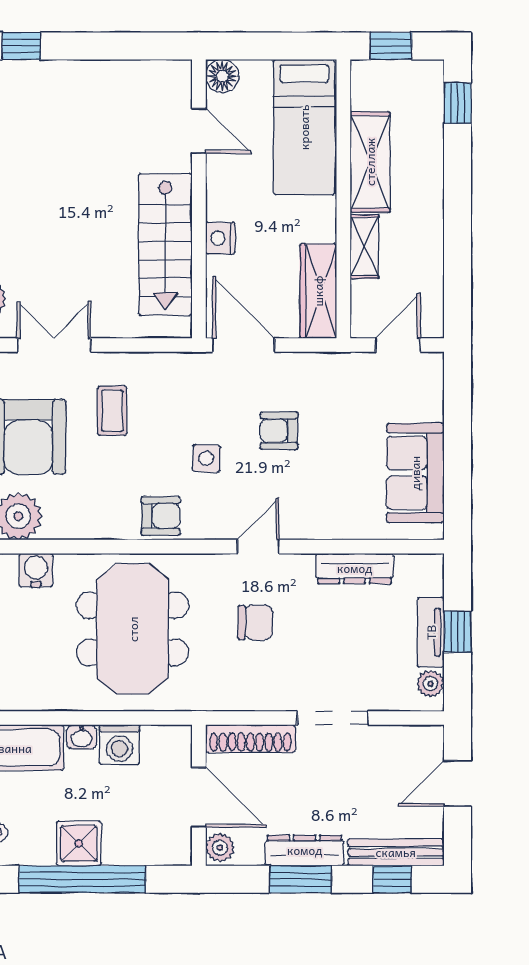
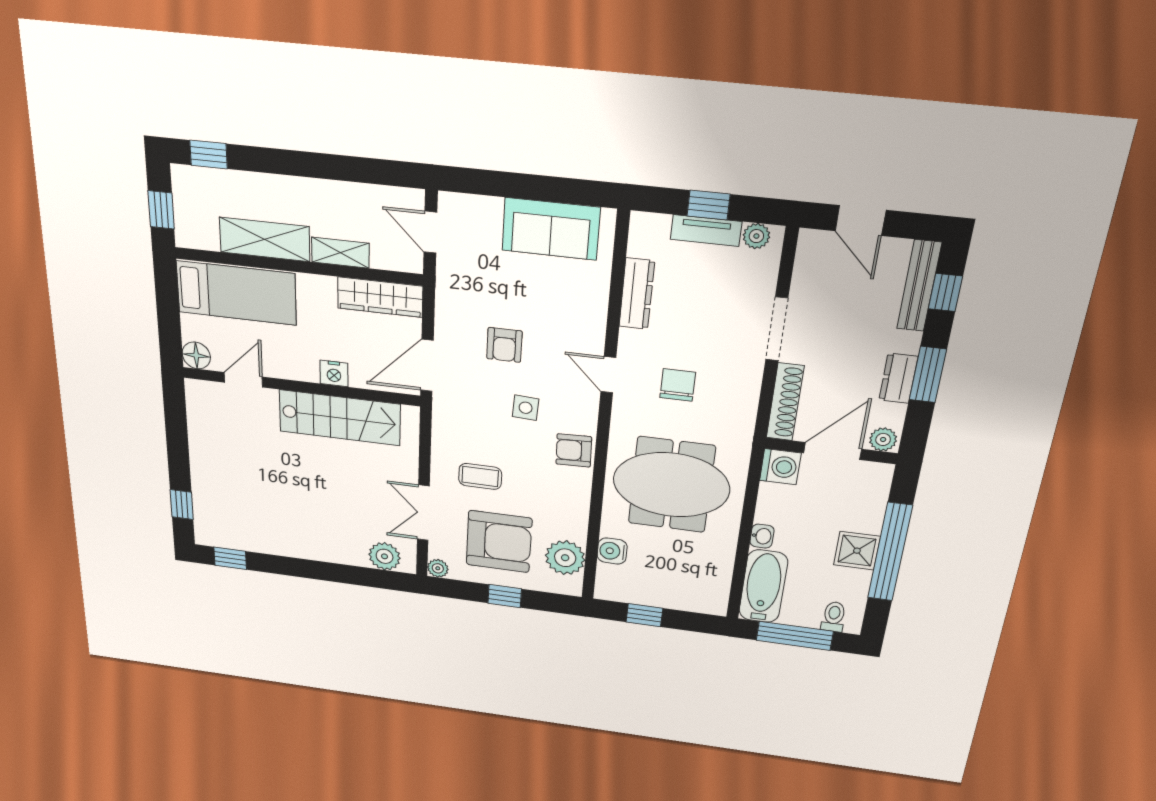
armchair: (161, 516) -> (574, 450), turned -92
washing machine: (119, 745) -> (780, 467), moved
dresser: (305, 850) -> (898, 378), width x0.70

